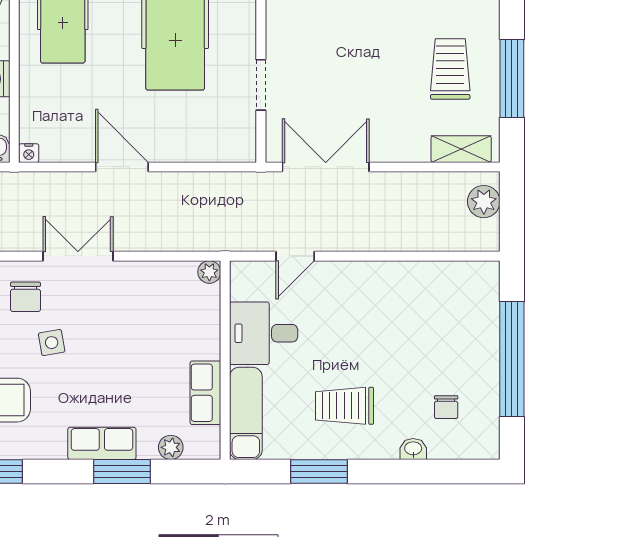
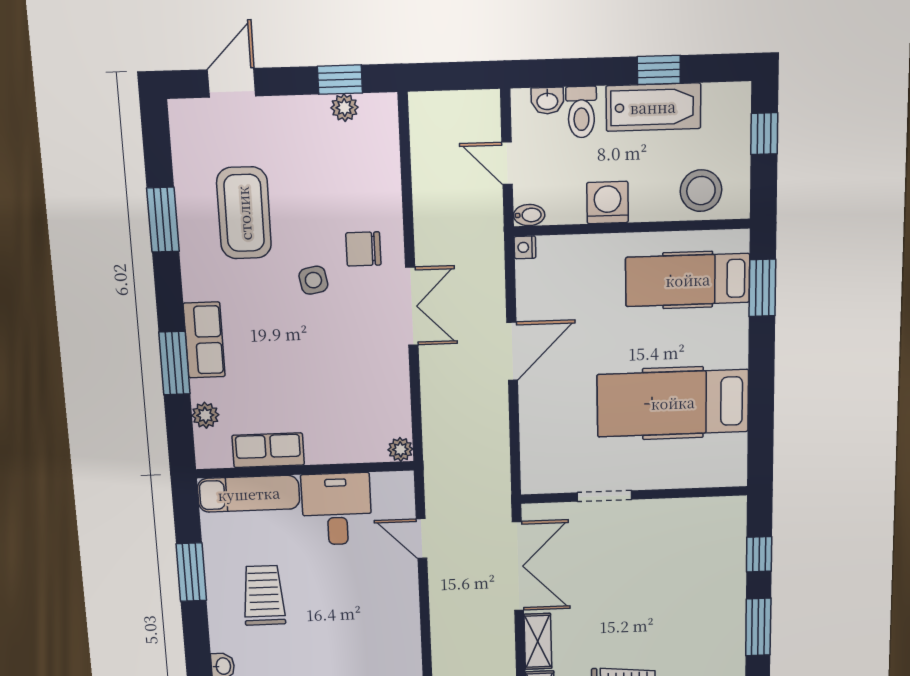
shelving: (401, 150) -> (538, 641), added

